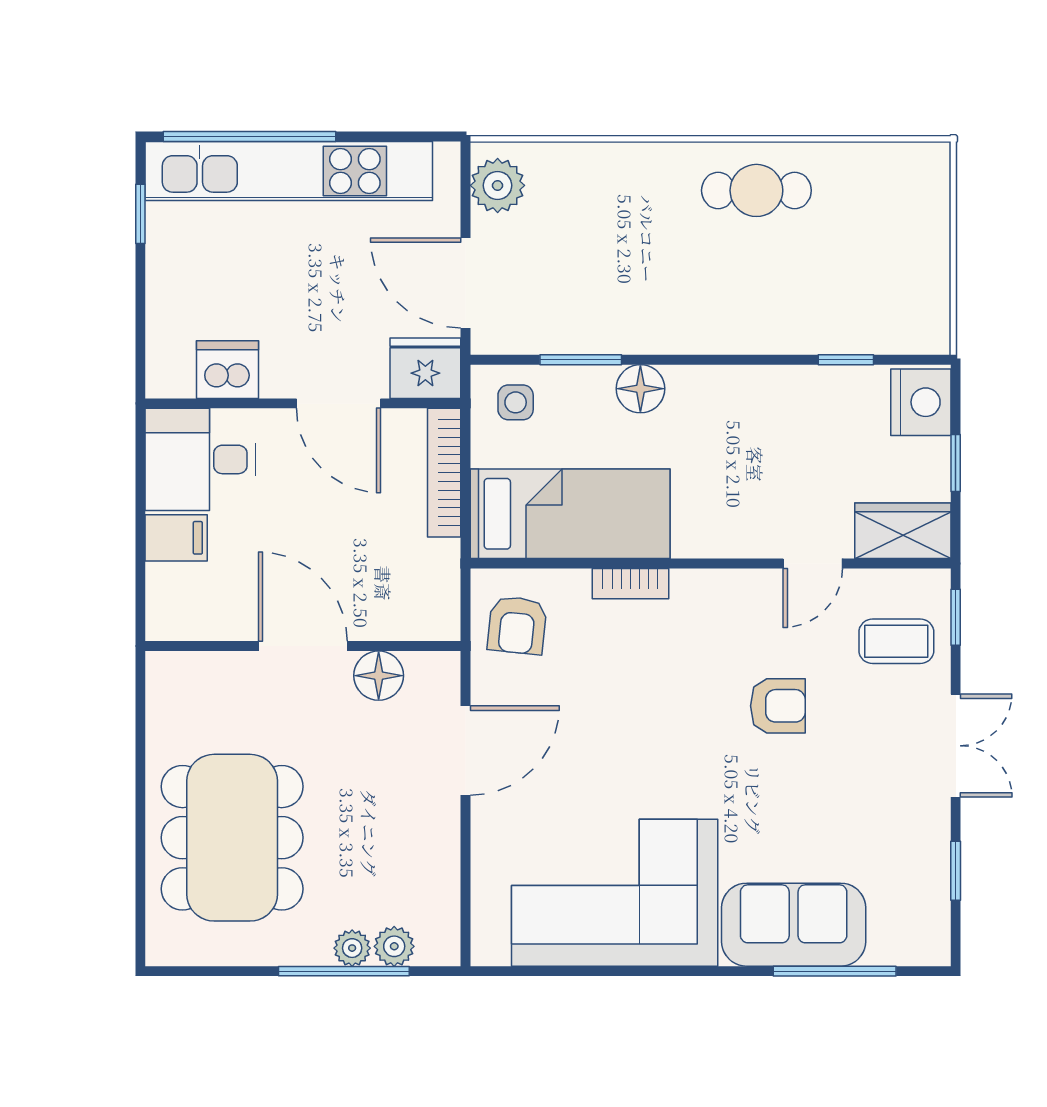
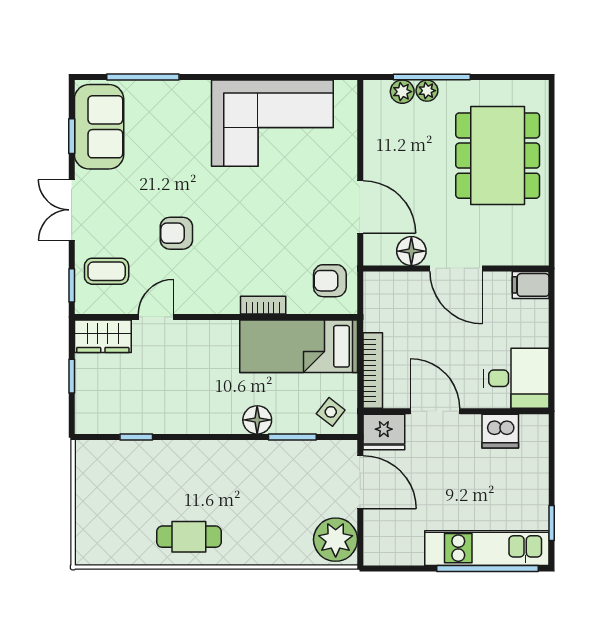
kitchen unit: (289, 171) -> (487, 548), width x0.73
plant: (498, 185) -> (336, 540), width x1.36, depth x1.36
side table: (516, 402) -> (331, 412), turned 38
nightstand: (921, 402) -> (92, 412), removed
filing cabinet: (176, 538) -> (531, 285), moved
armchair: (517, 625) -> (330, 281), turned -96
door: (466, 751) -> (360, 207), swing flipped
sofa: (794, 925) -> (99, 127), moved, turned -90

